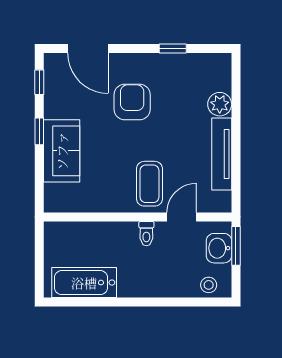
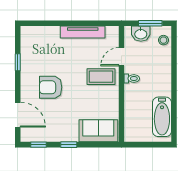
door: (88, 49) -> (18, 115), hinge flipped
plant: (220, 104) -> (52, 33), removed
sofa: (62, 151) -> (98, 131), moved
door: (182, 217) -> (121, 57), hinge flipped
window: (236, 246) -> (150, 23), moved

